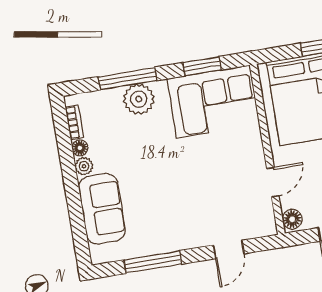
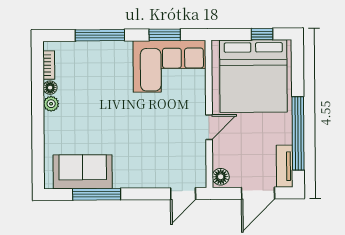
plant: (139, 99) -> (107, 54), removed
door: (273, 182) -> (209, 127), moved
sofa: (102, 209) -> (83, 172), moved, turned -90
door: (229, 249) -> (183, 194), moved

